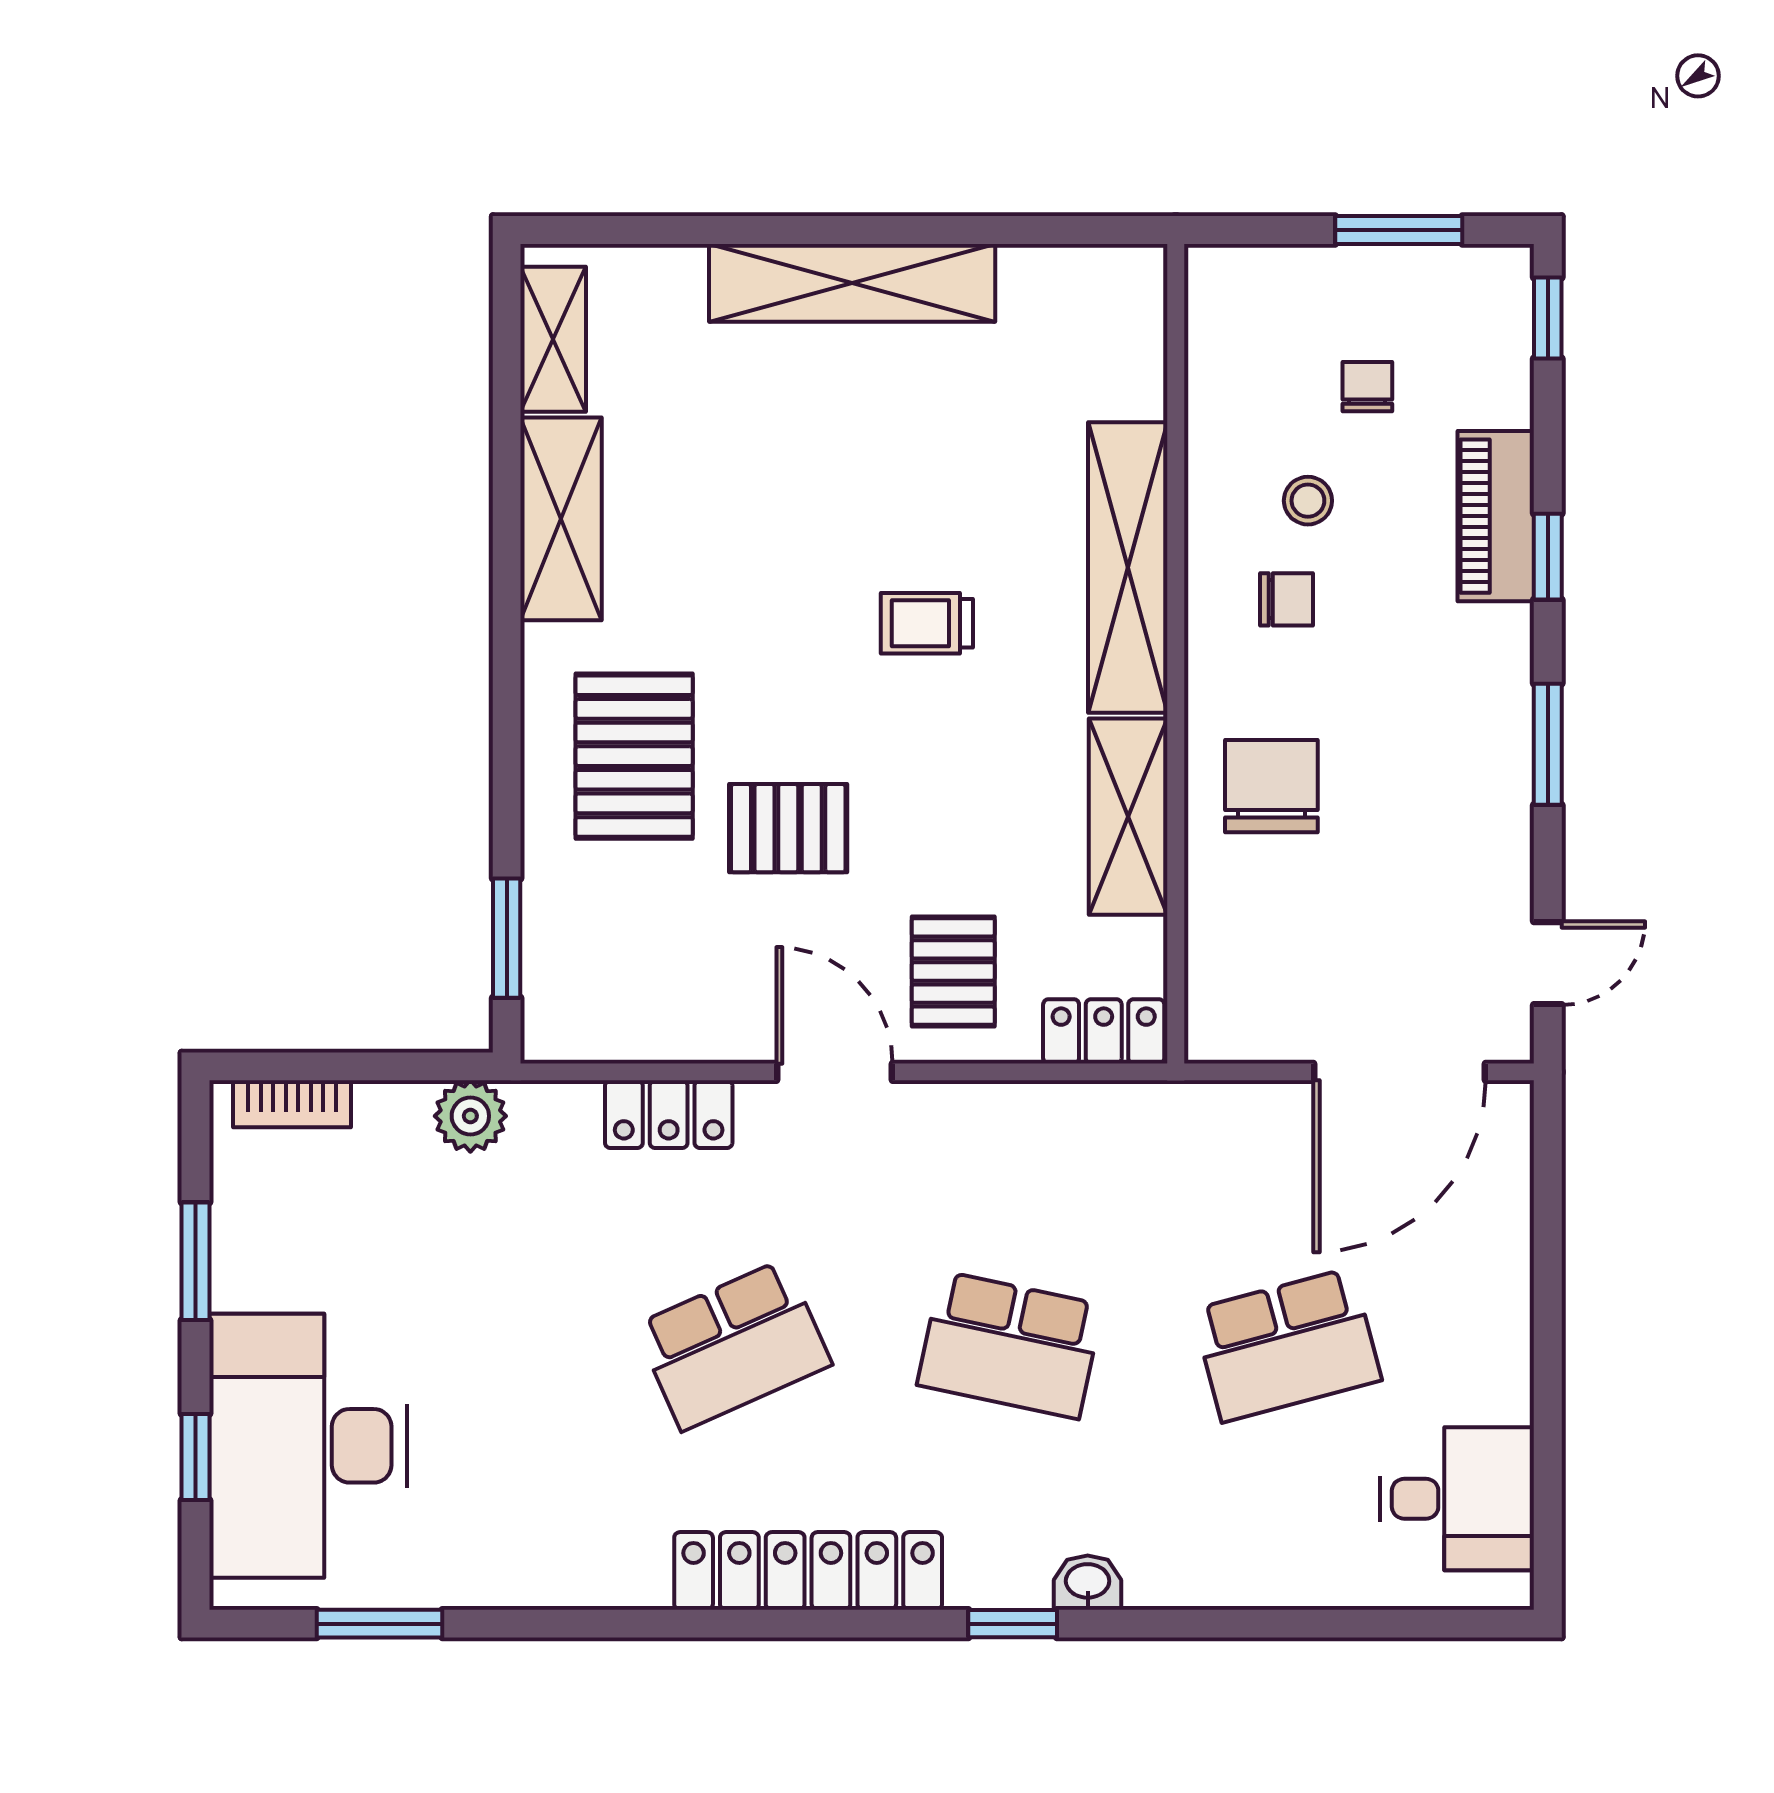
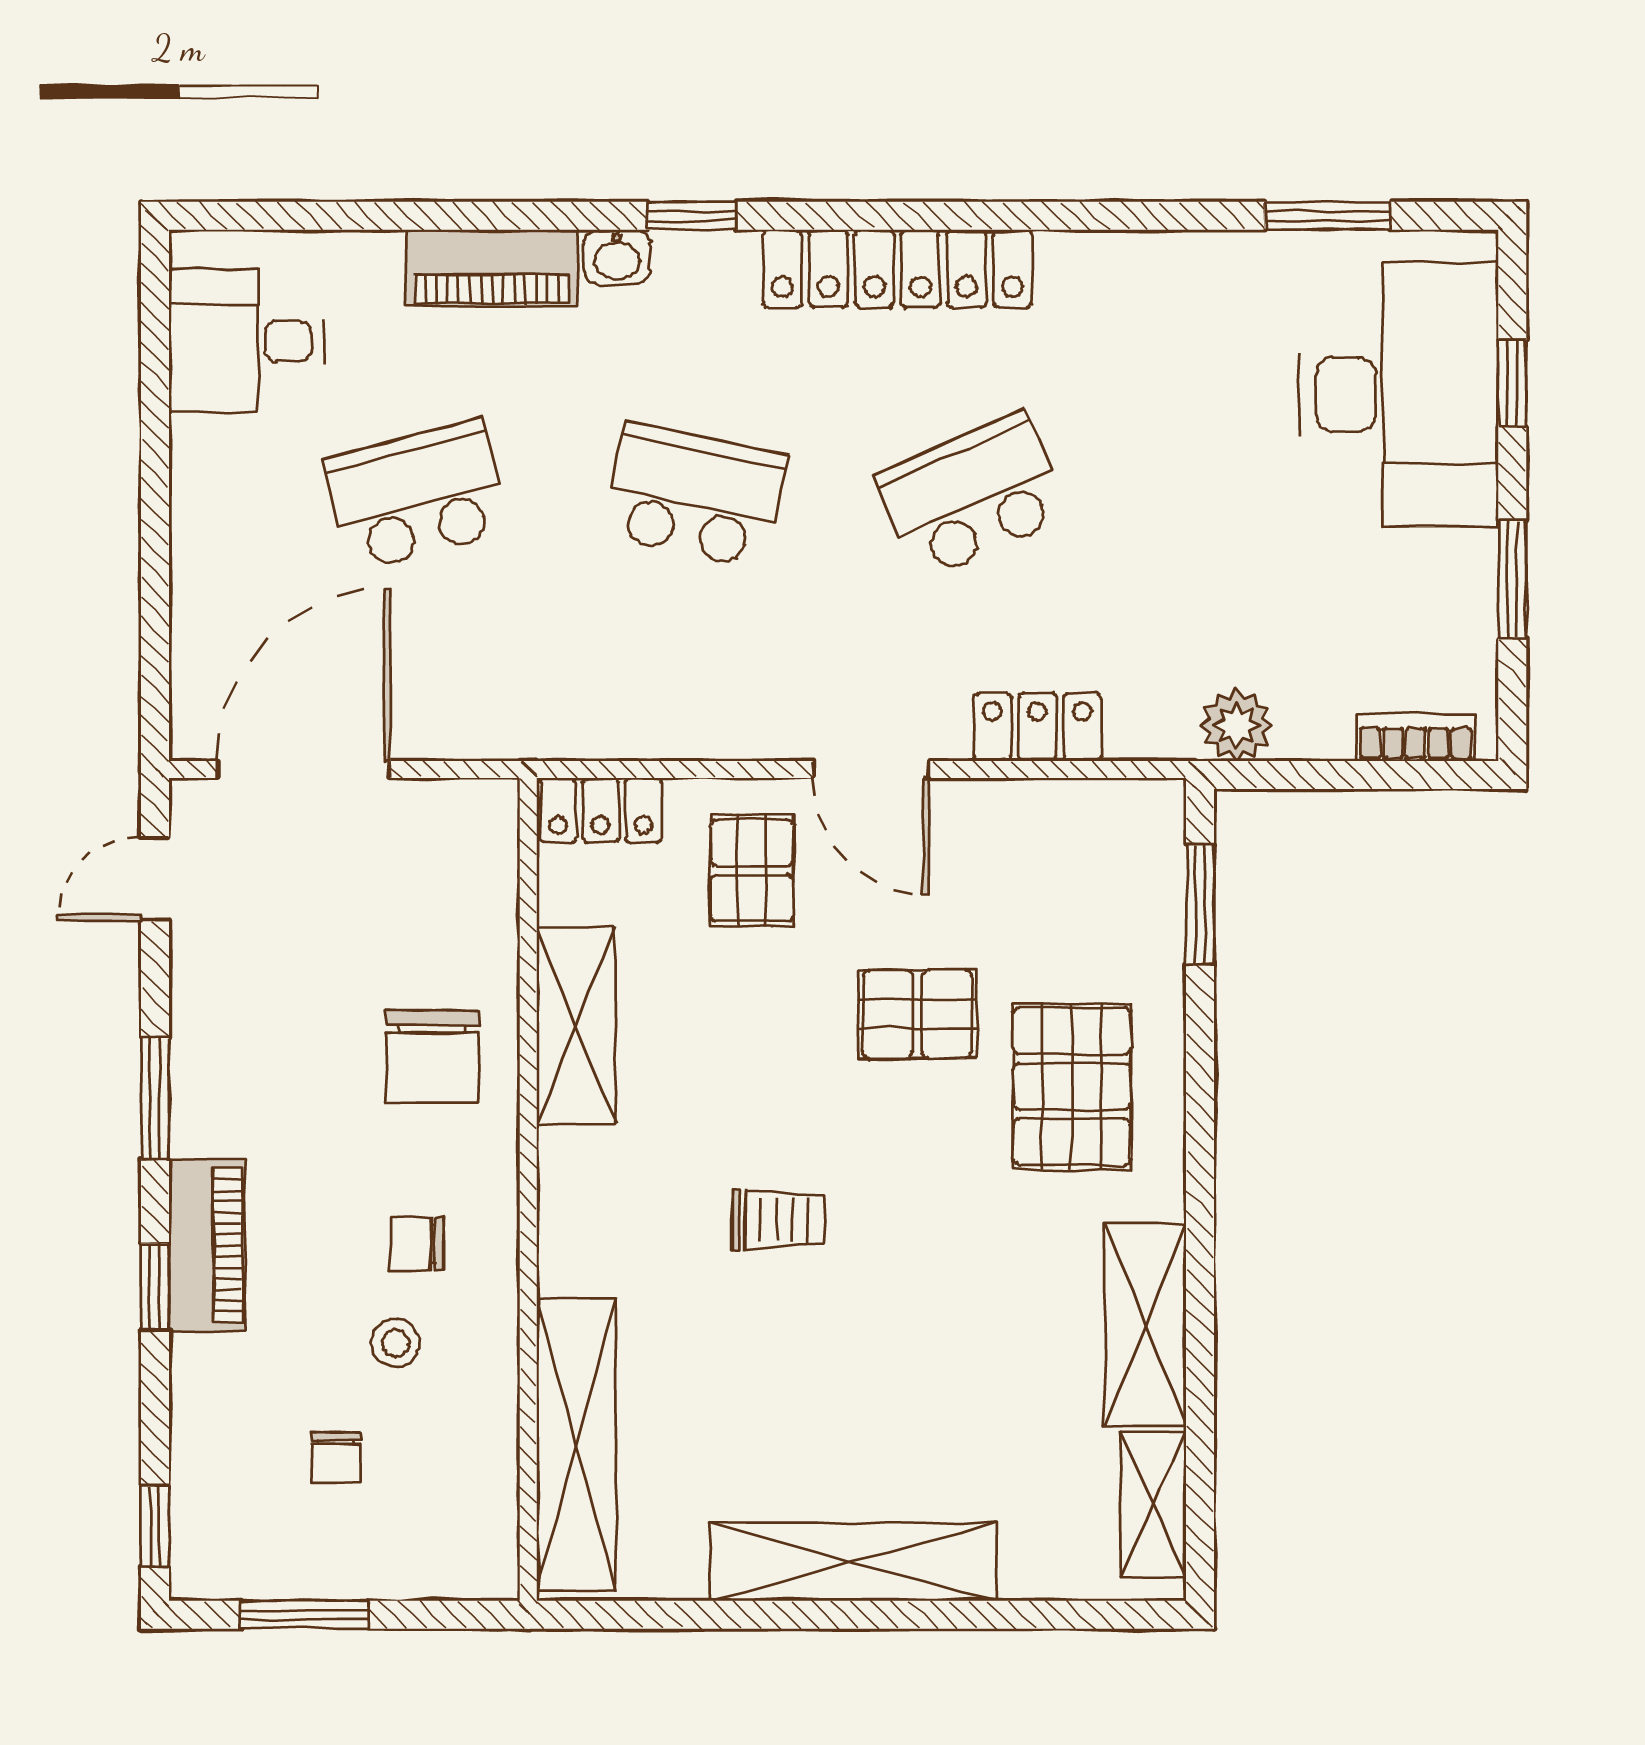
piano: (1496, 516) -> (207, 1245), moved
shelving: (1128, 567) -> (576, 1444), moved
piano: (1212, 1572) -> (492, 268), added

